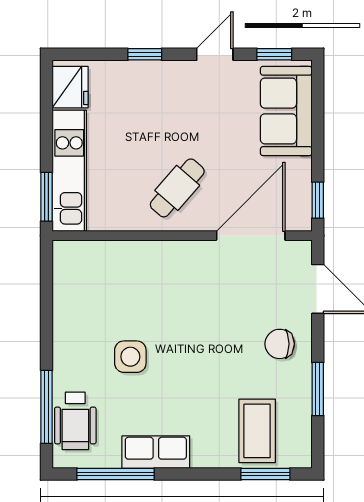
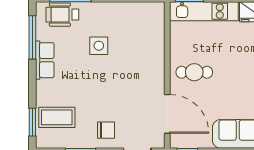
cafe table: (177, 188) -> (194, 72), turned -41
chair: (280, 344) -> (106, 130), turned 90

